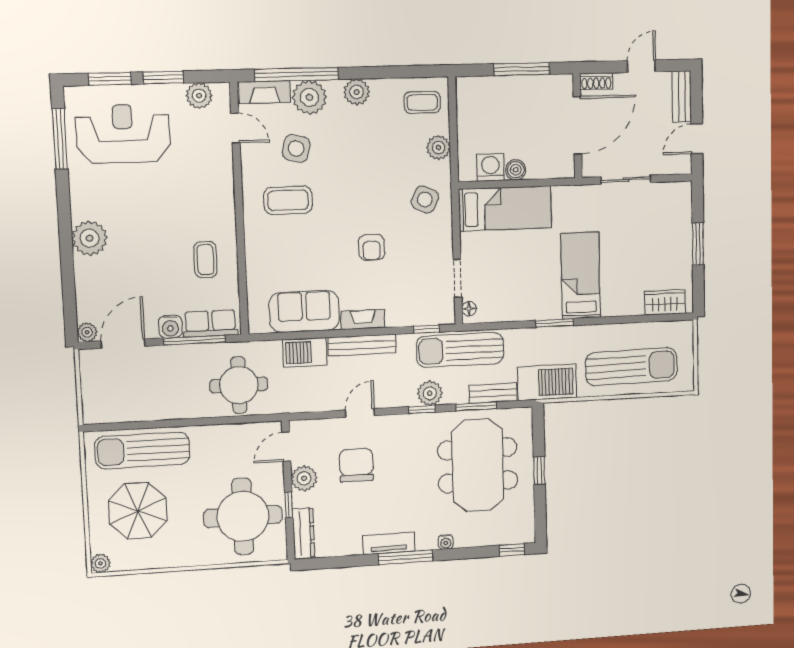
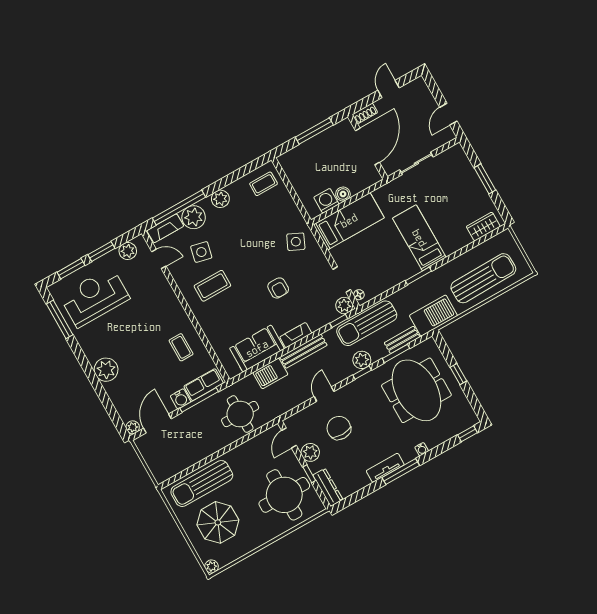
bench: (682, 97) -> (424, 94), removed
plant: (439, 147) -> (344, 306), moved

